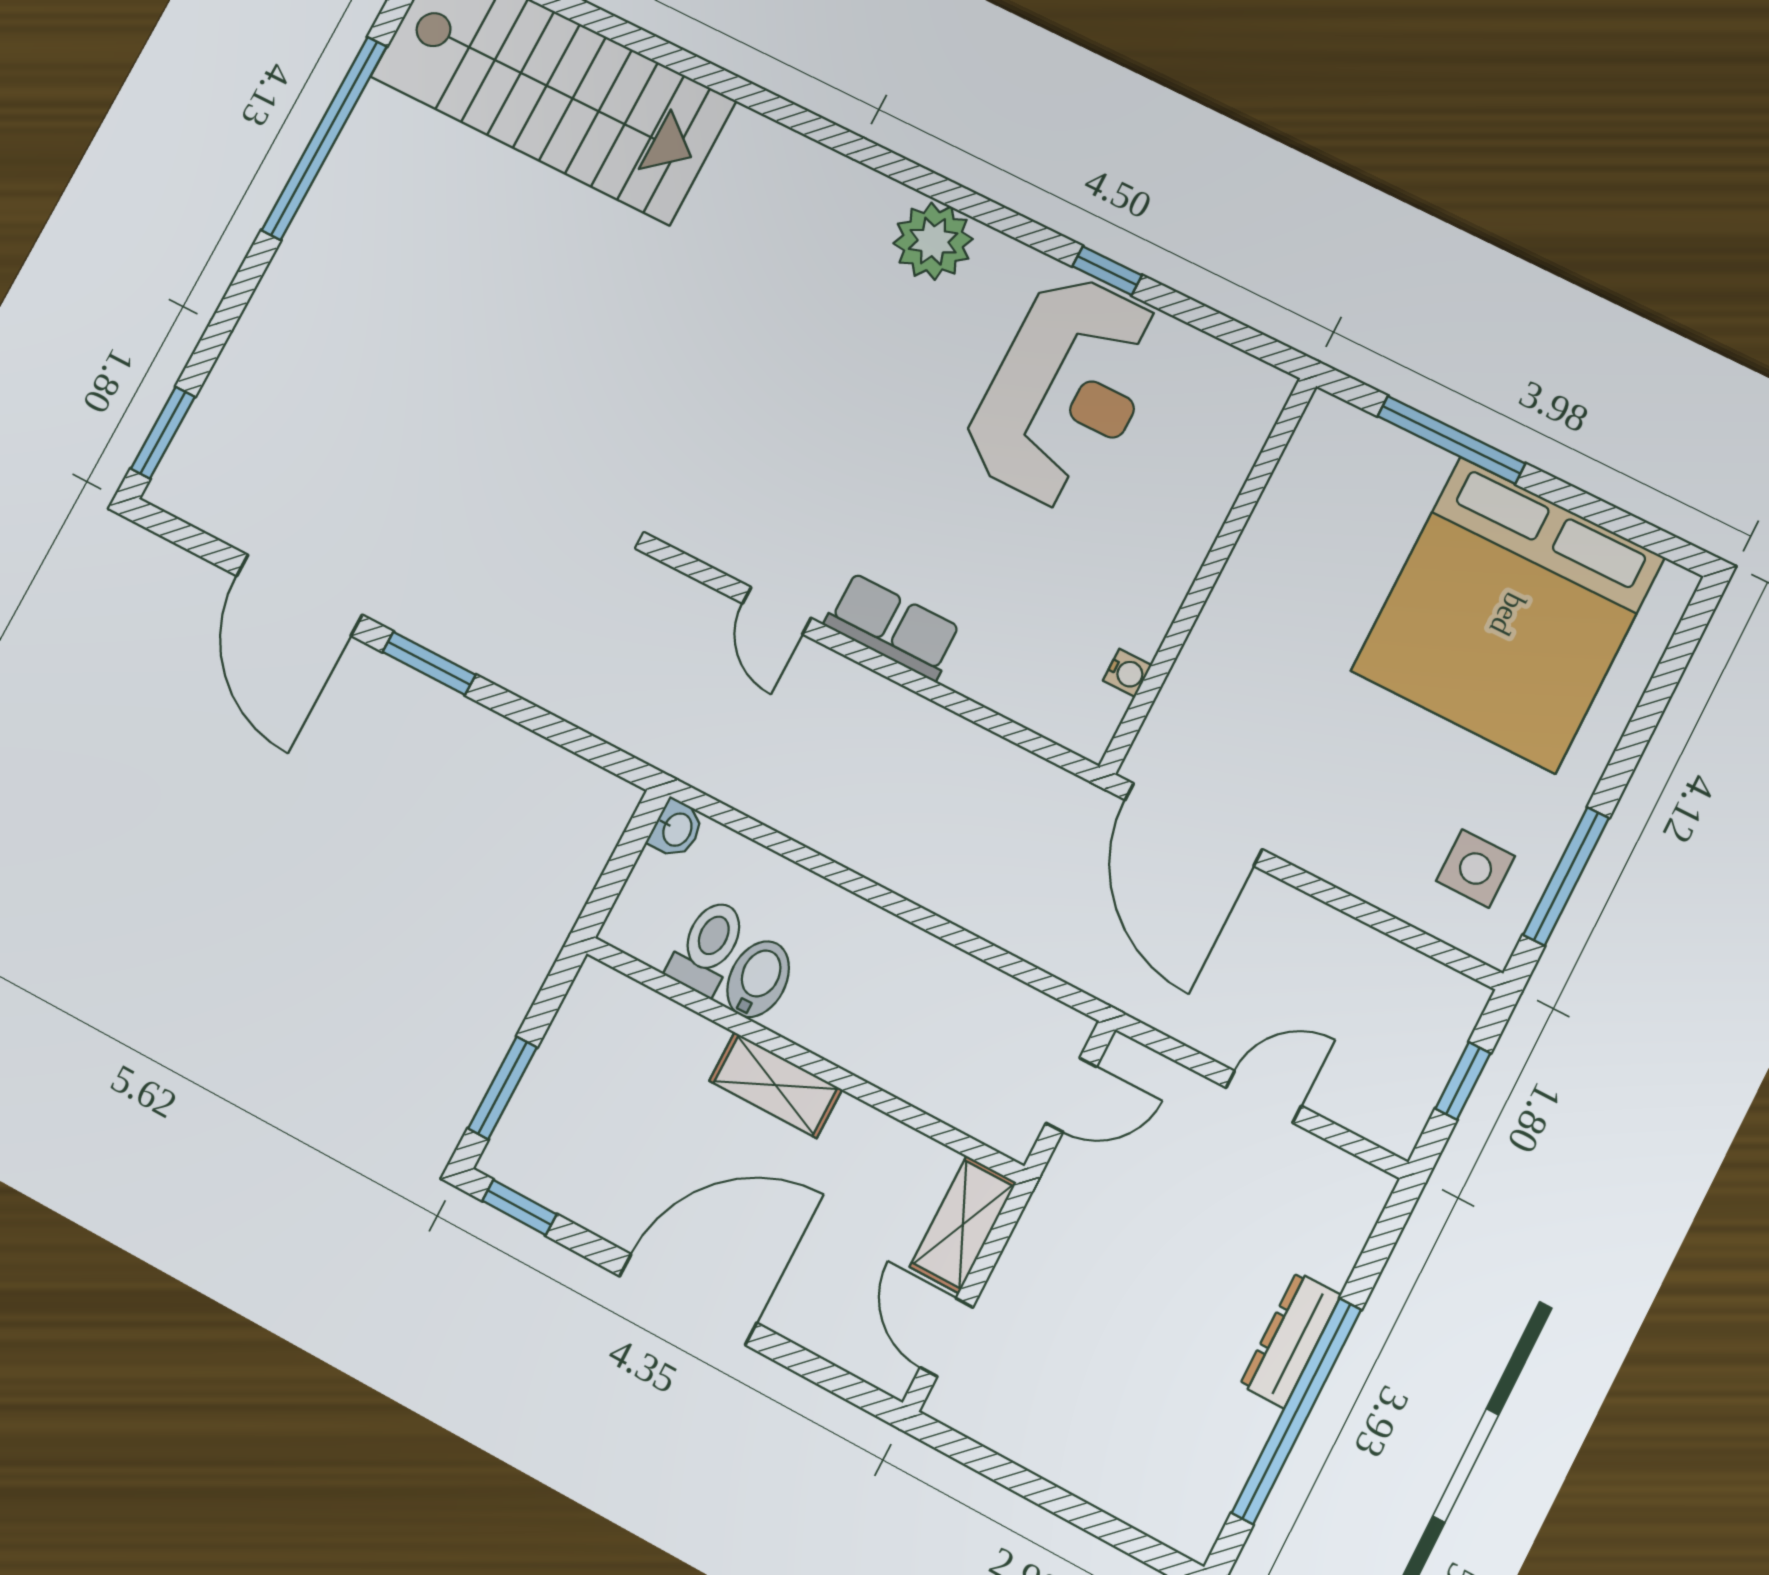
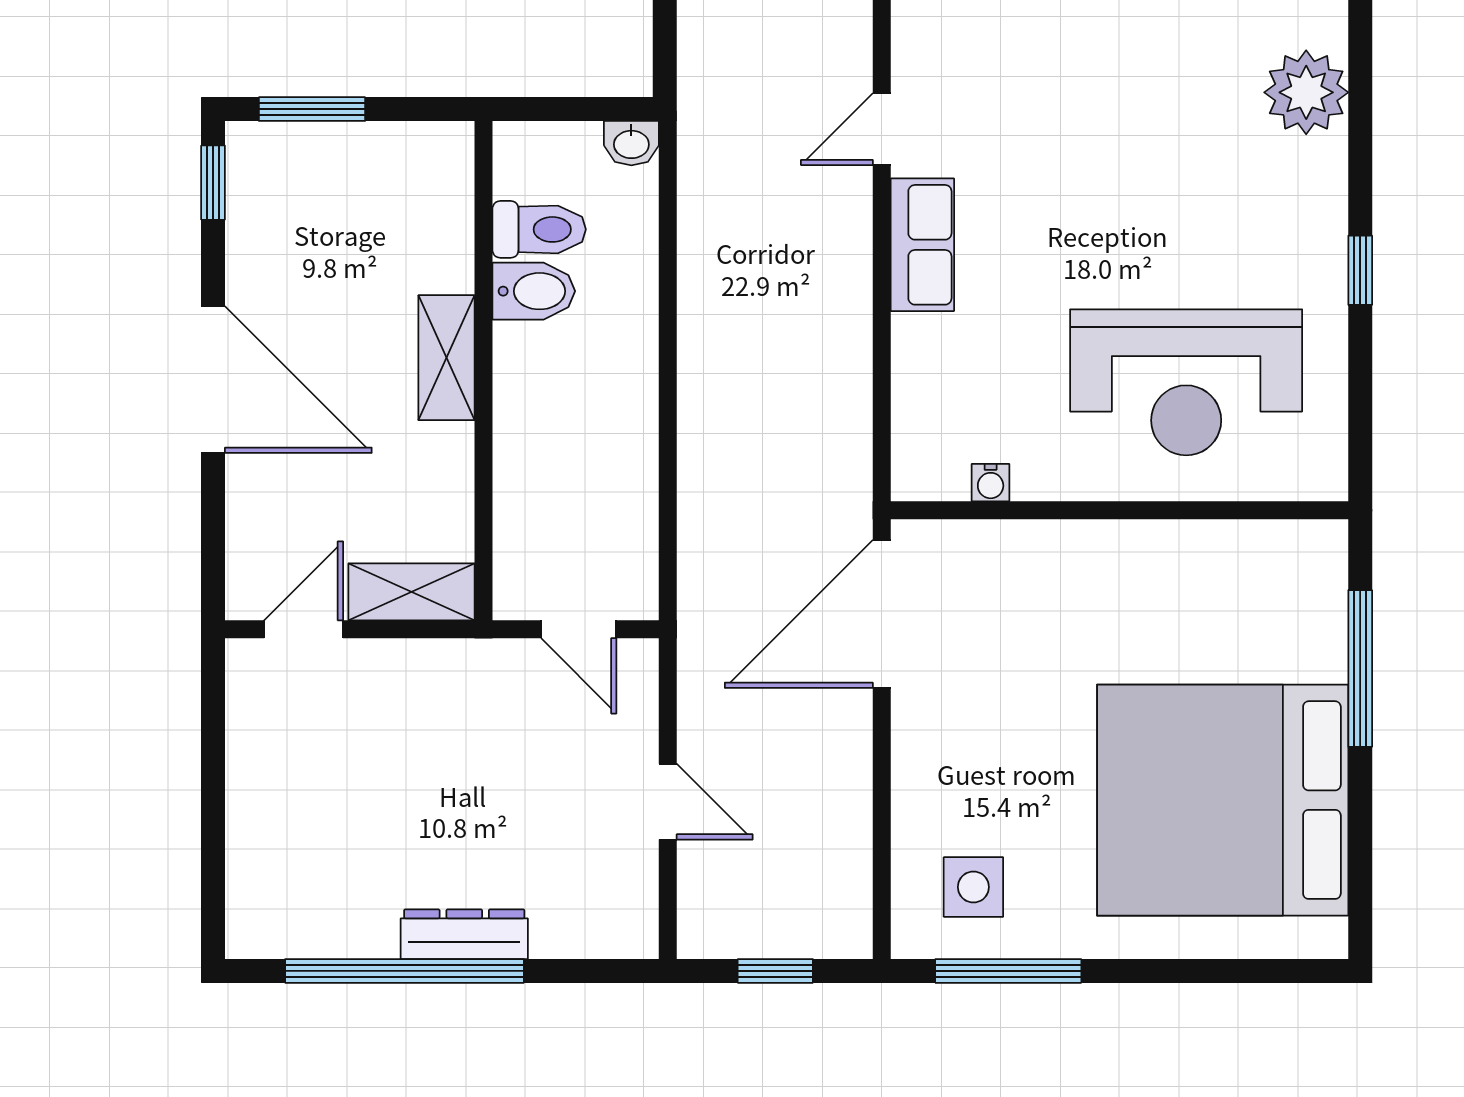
reception desk: (1066, 391) -> (1186, 382), moved

